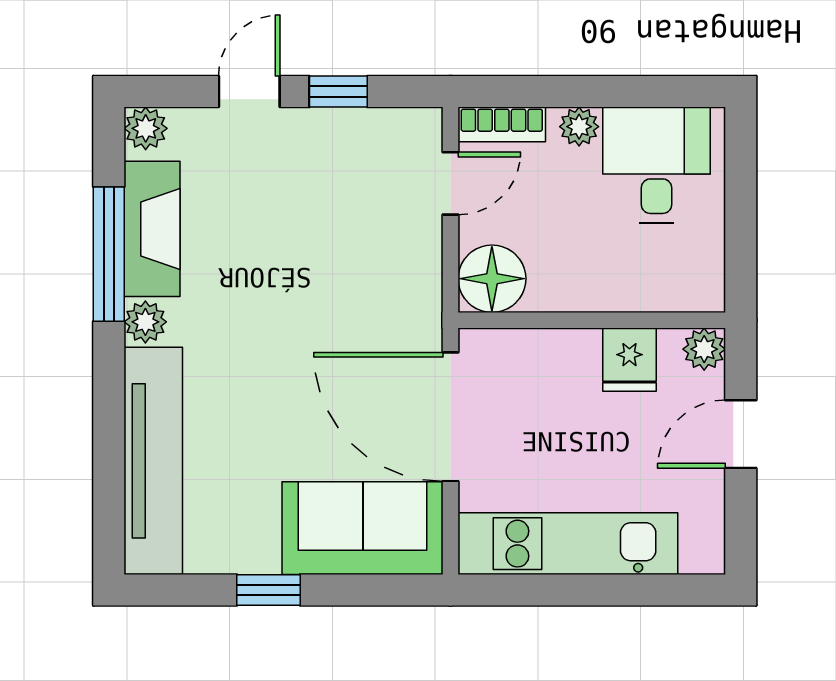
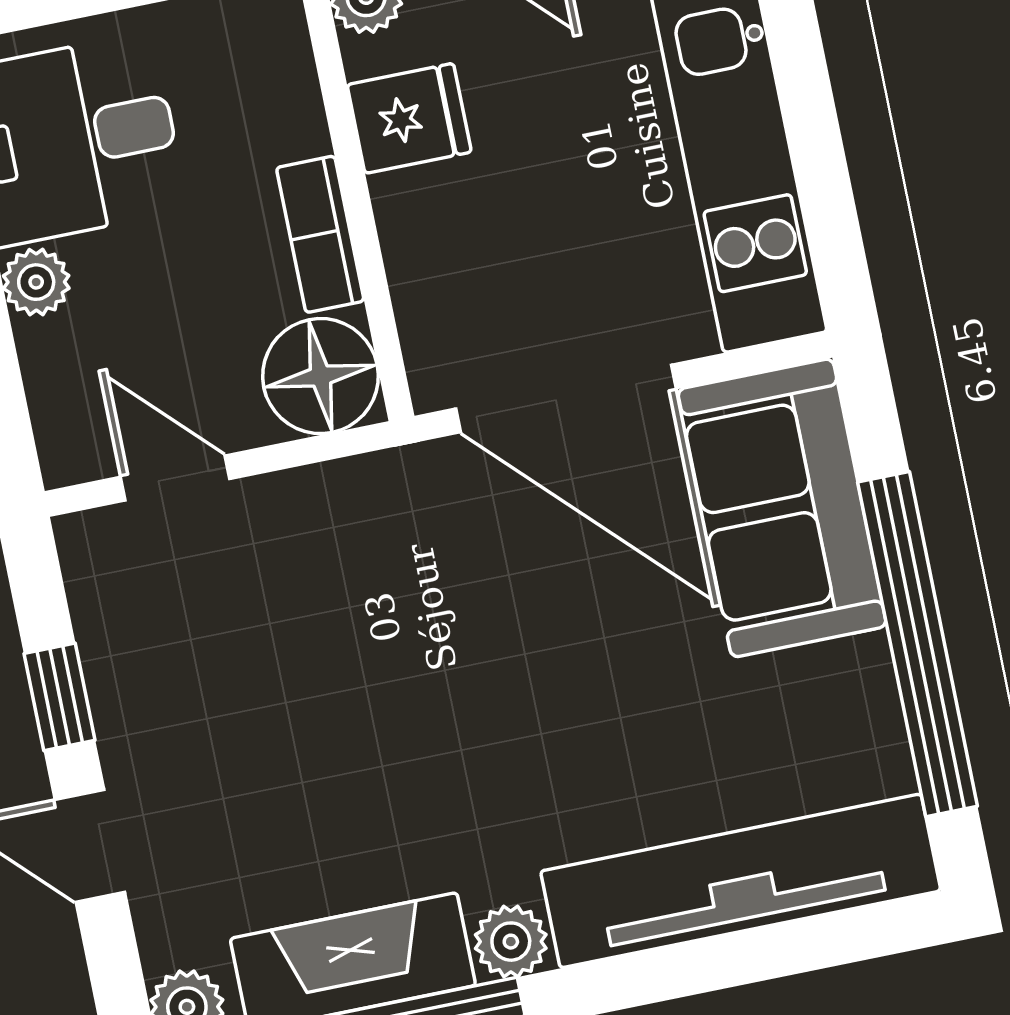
bookcase: (502, 124) -> (320, 234), moved, turned 180
door: (450, 417) -> (566, 398), hinge flipped
window: (269, 590) -> (918, 644), width x3.17

